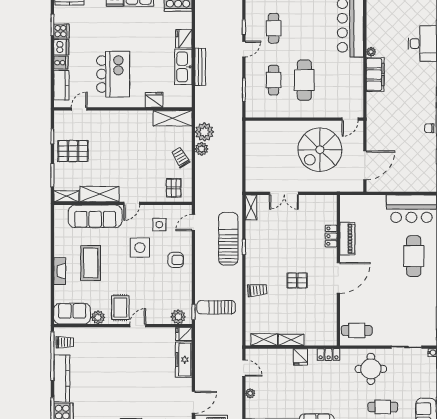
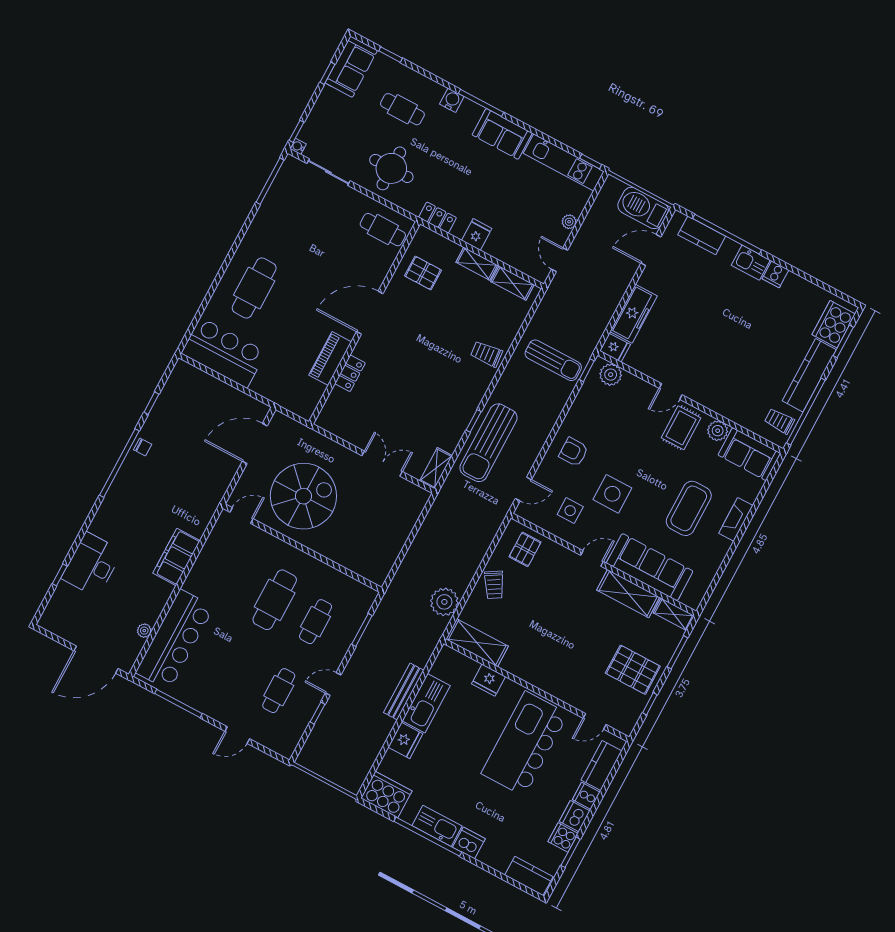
plant: (371, 52) -> (144, 631), moved
kitchen island: (113, 74) -> (525, 744), width x1.37
plant: (202, 149) -> (460, 581), removed
pallet: (297, 280) -> (423, 273), moved

